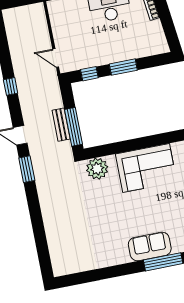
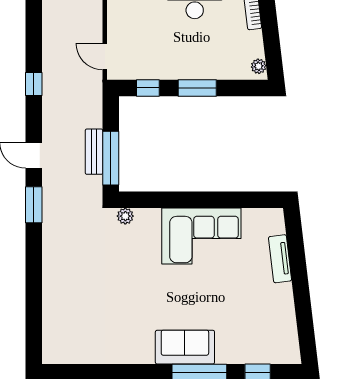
plant: (162, 44) -> (259, 66), added
plant: (97, 169) -> (125, 216), width x0.53, depth x0.53

